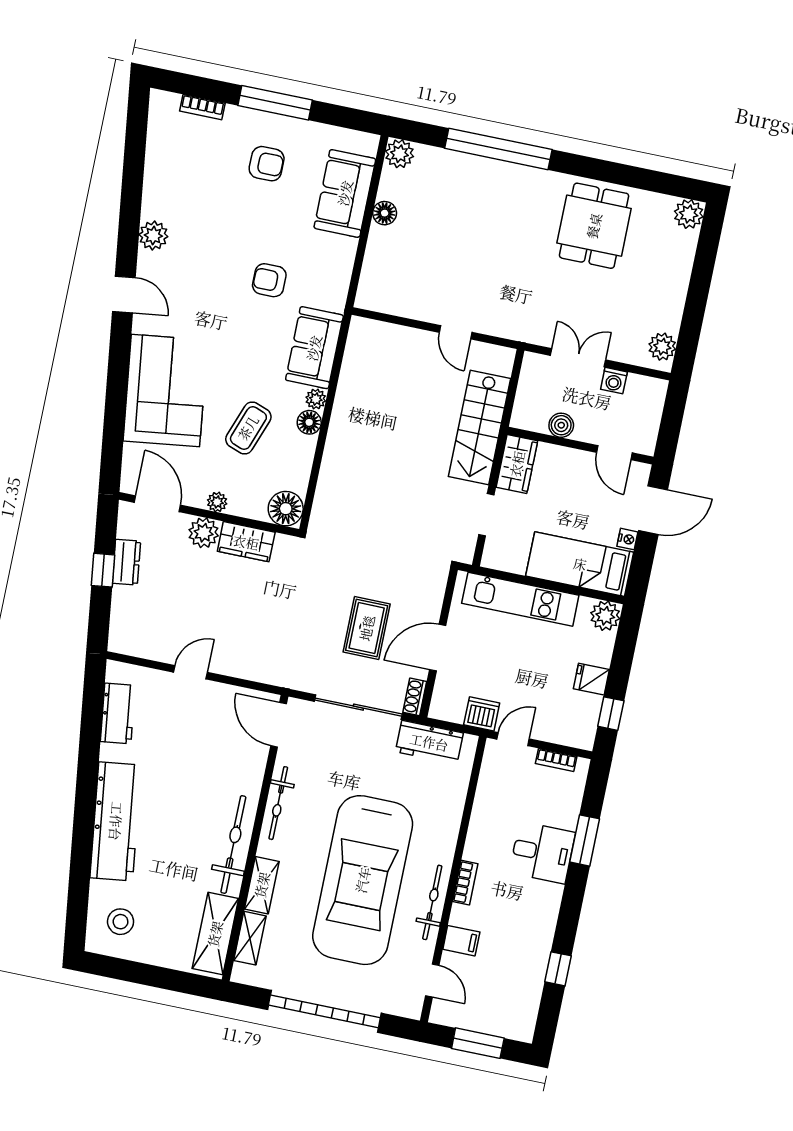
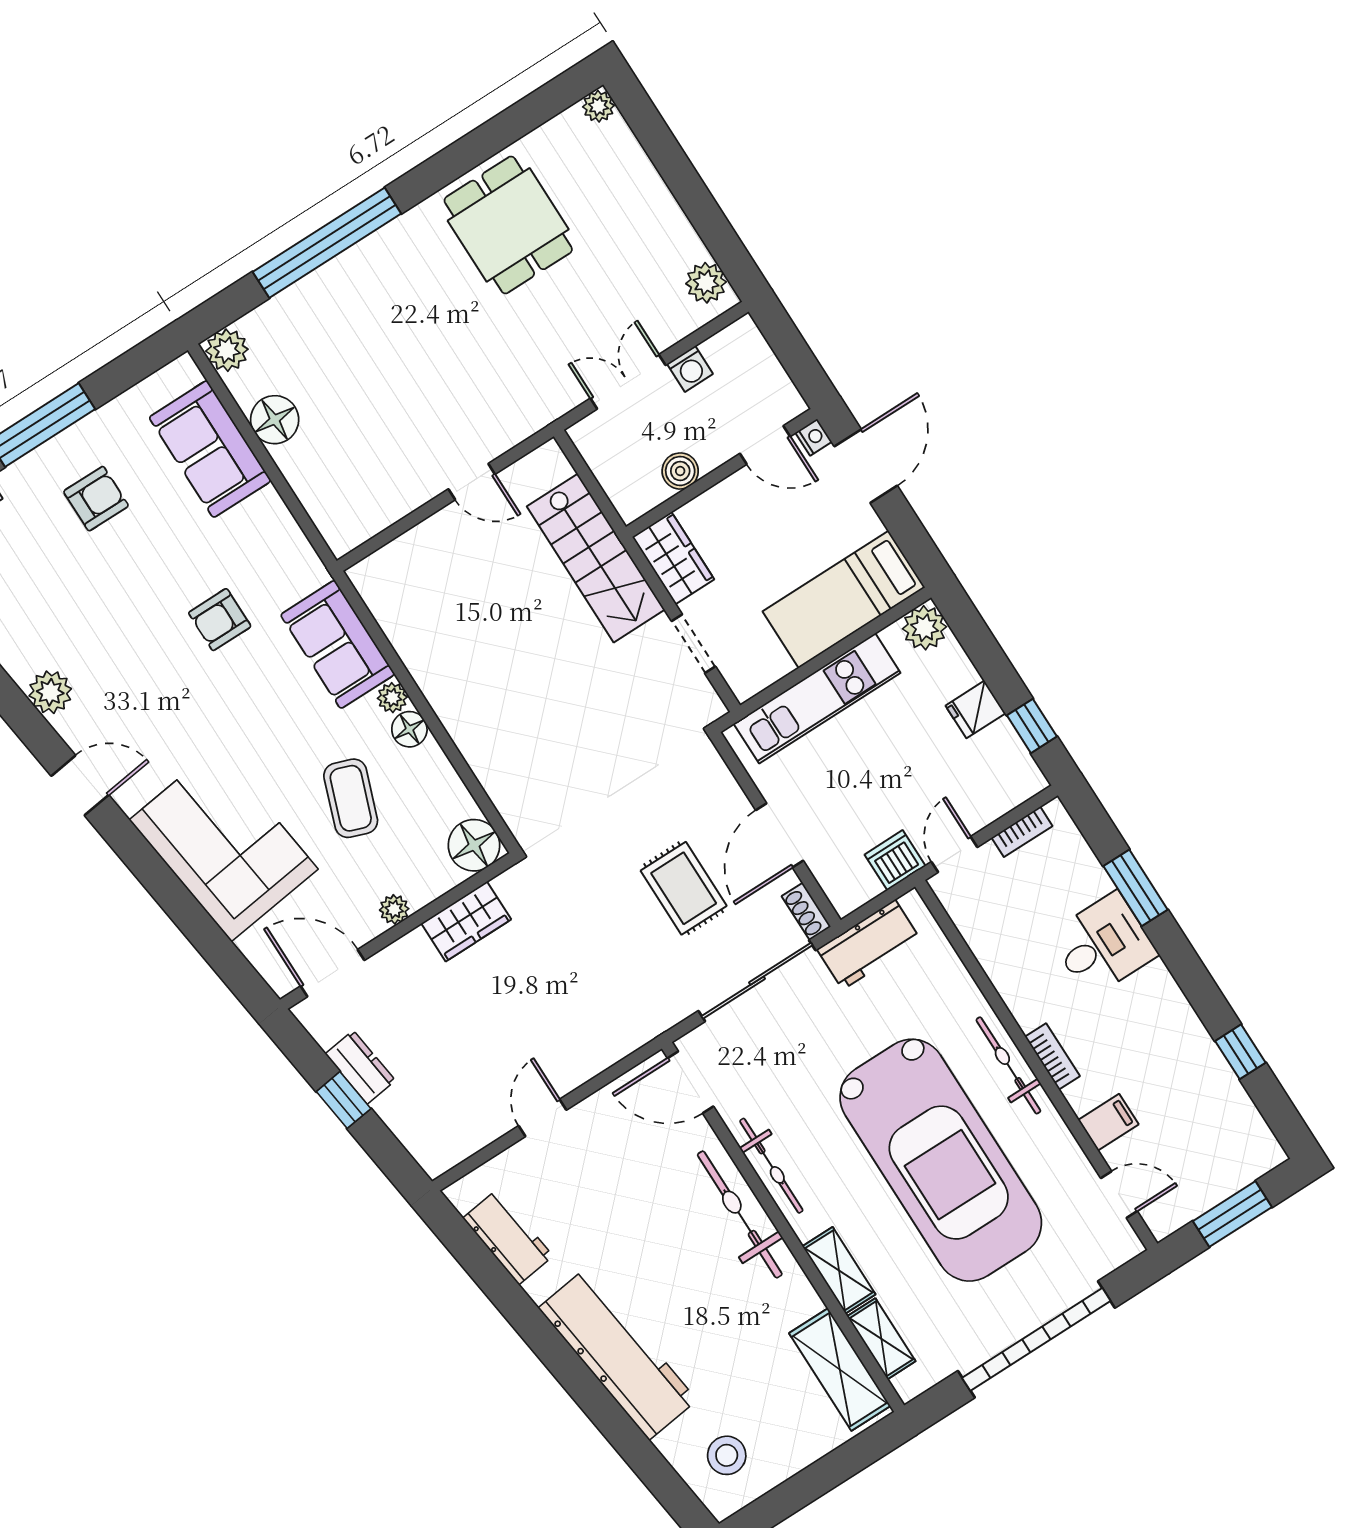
floor lamp: (385, 213) -> (275, 420), width x1.38, depth x1.38
plant: (689, 214) -> (598, 106), width x0.73, depth x0.73
plant: (204, 533) -> (412, 956), removed
nightstand: (627, 539) -> (814, 437), moved
bicycle: (233, 845) -> (740, 1214), moved
bicycle: (432, 902) -> (1008, 1065), moved

